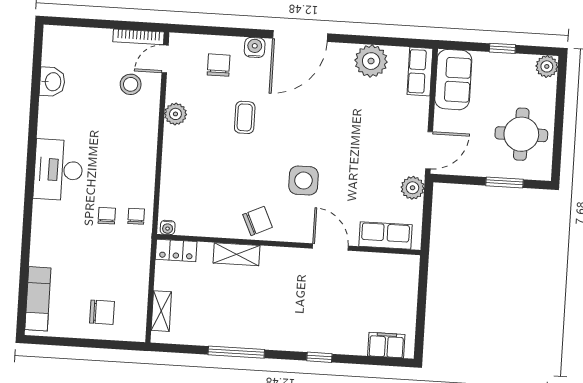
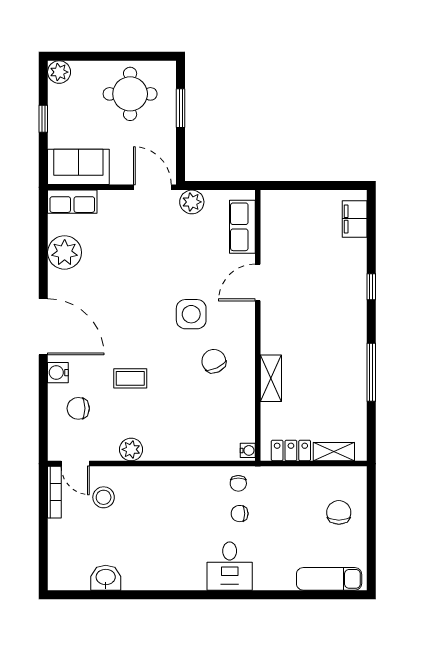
desk: (58, 170) -> (230, 566), moved, width x0.73
chair: (136, 216) -> (238, 483), turned -90
chair: (258, 221) -> (214, 361), moved
locker: (176, 250) -> (291, 450), moved, turned -90

